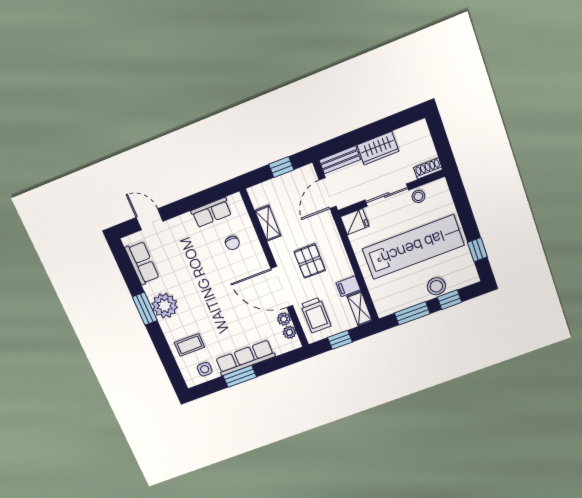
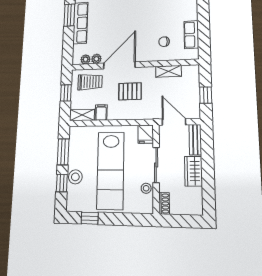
trolley: (316, 315) -> (90, 82), turned 180

